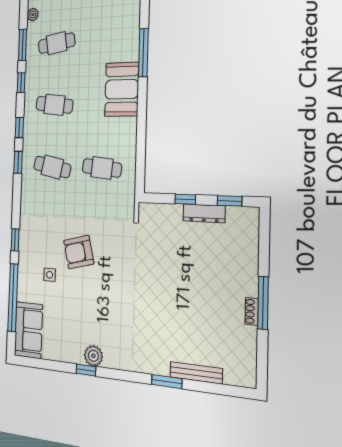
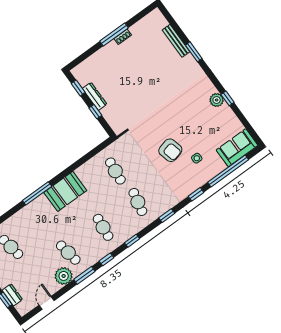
plant: (33, 15) -> (64, 276), width x1.88, depth x1.88
window: (18, 162) -> (167, 216), moved

